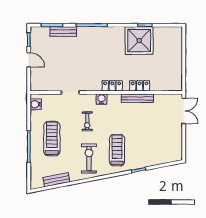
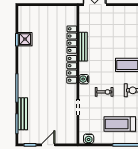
bench: (63, 32) -> (23, 114), width x1.36
shower: (139, 41) -> (25, 39), width x0.54, depth x0.54
locker: (112, 86) -> (72, 69), width x1.53
locker: (140, 86) -> (72, 40), width x1.53

